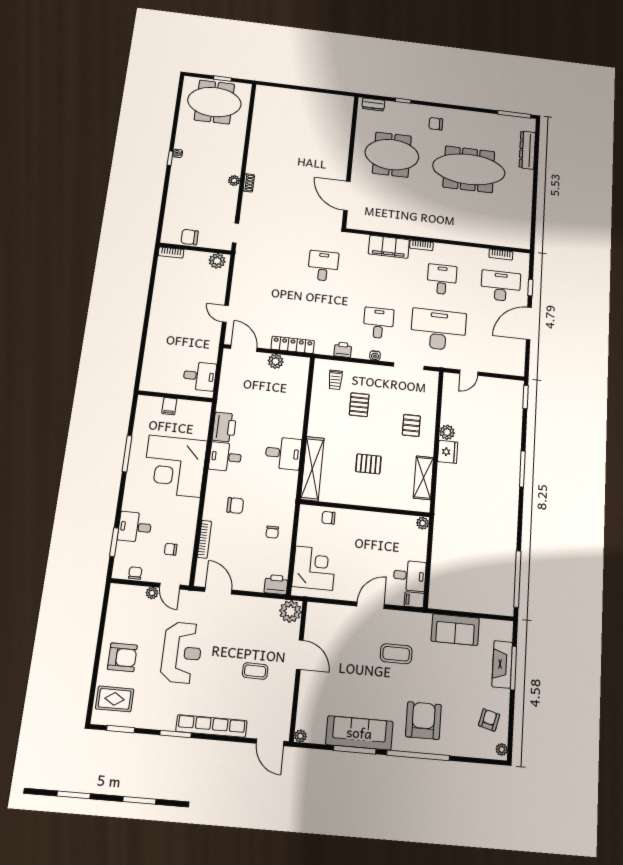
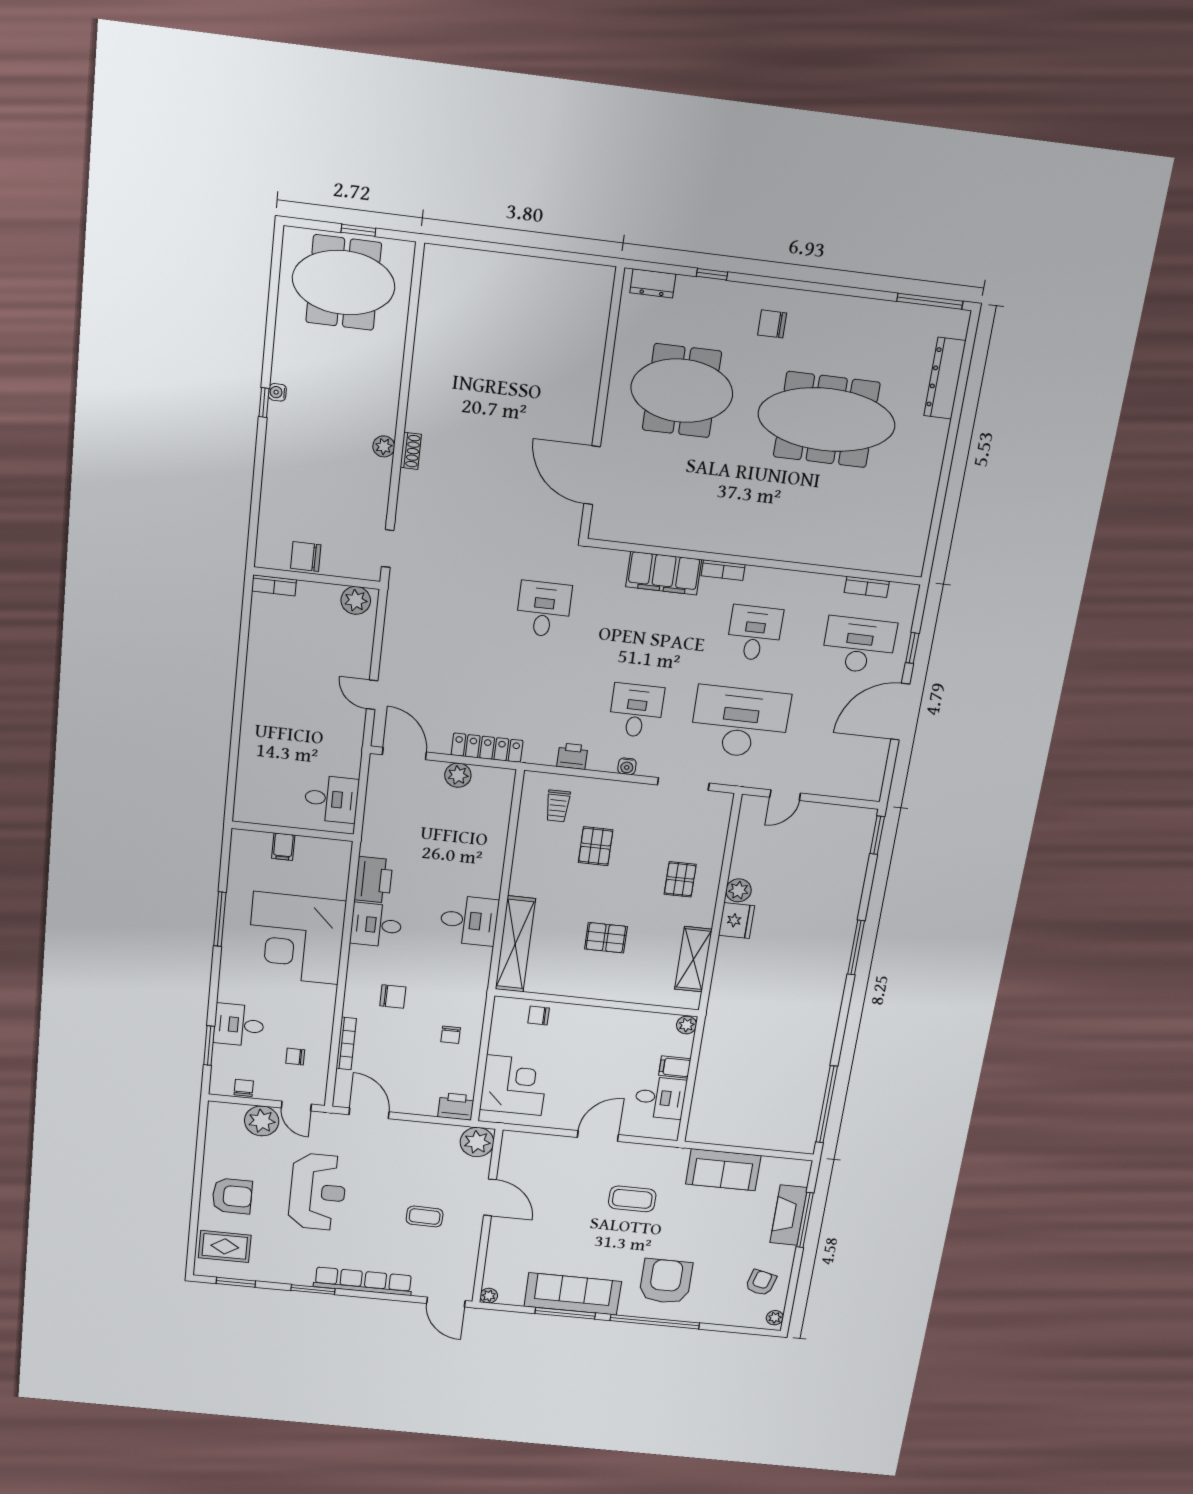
plant: (152, 593) -> (262, 1121), width x1.88, depth x1.88
filing cabinet: (414, 600) -> (675, 1067), moved

